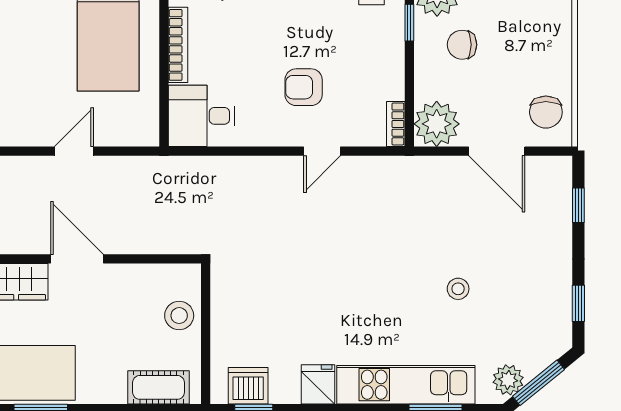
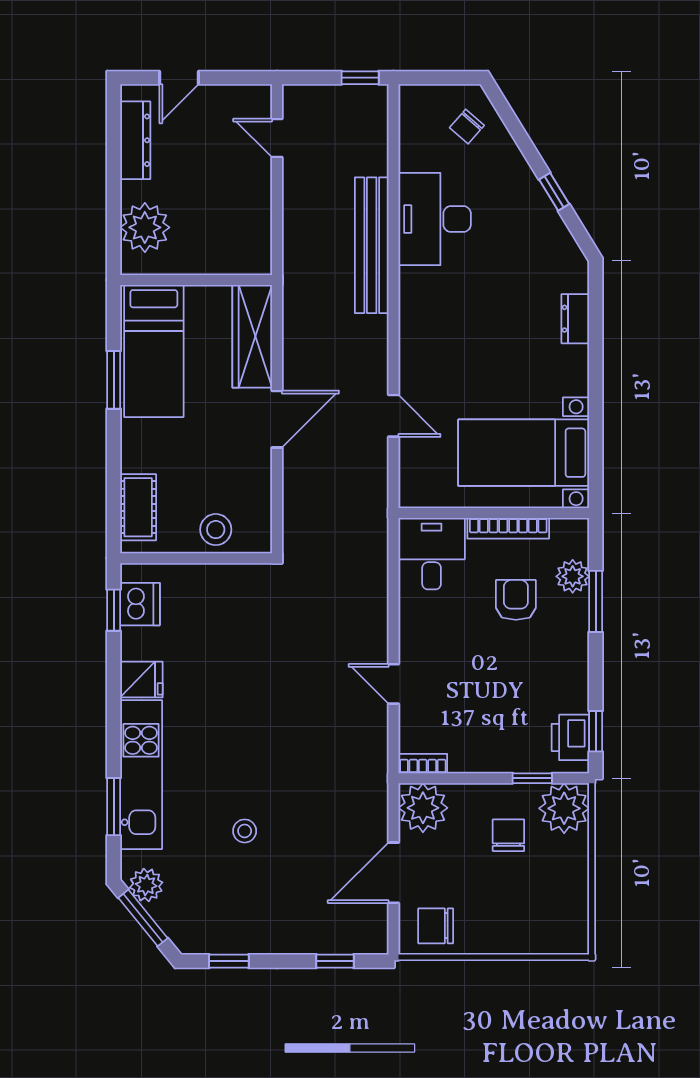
armchair: (304, 87) -> (516, 600), moved

